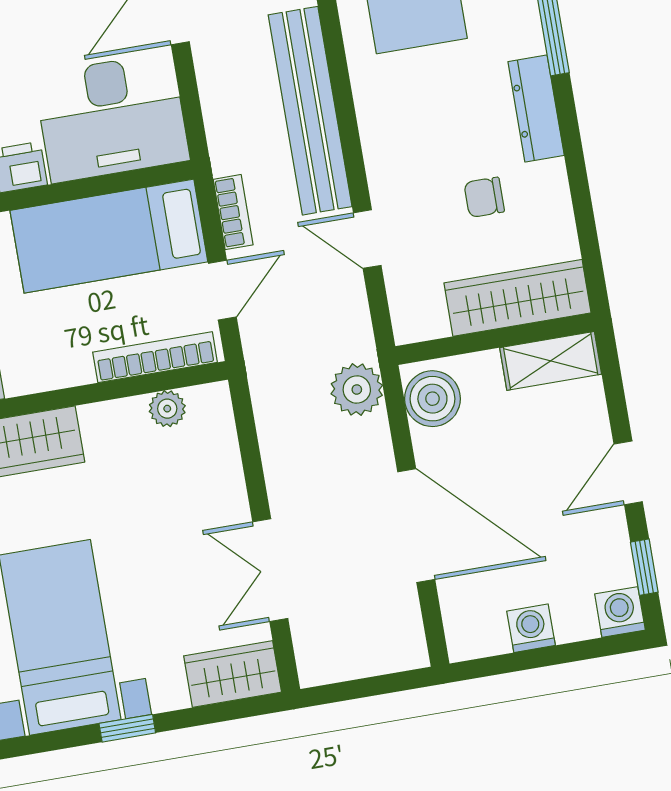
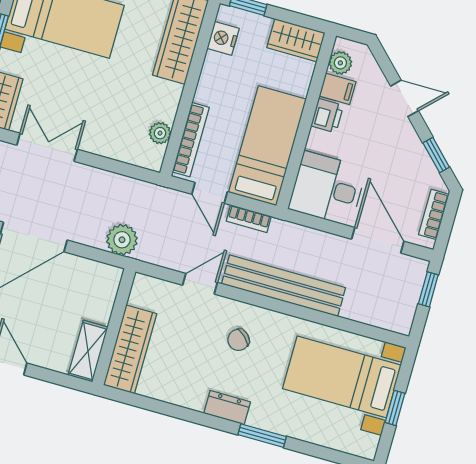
dresser: (536, 109) -> (227, 408), width x0.70
desk: (112, 118) -> (327, 188), width x0.73
chair: (484, 197) -> (239, 340), moved, turned -136
boiler: (432, 399) -> (98, 278), removed

